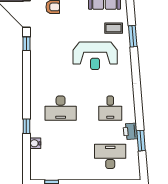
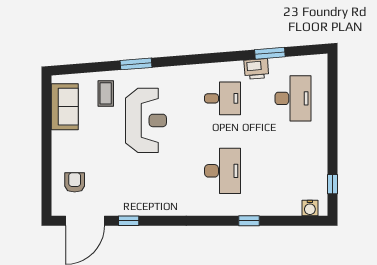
window: (133, 36) -> (136, 64), moved
water cooler: (35, 143) -> (310, 208), moved
desk: (110, 156) -> (293, 98), turned 180

